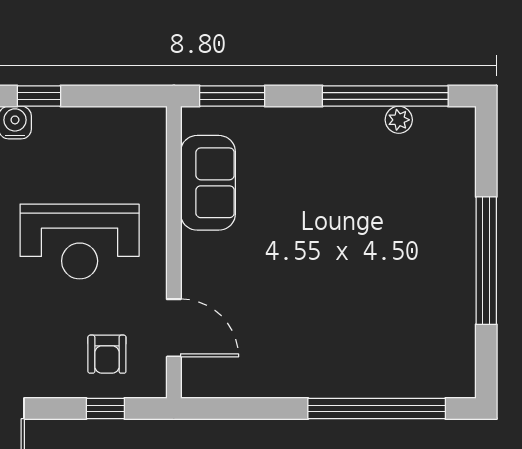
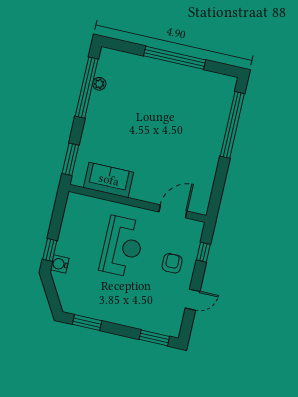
armchair: (107, 354) -> (172, 263), moved, turned -90

